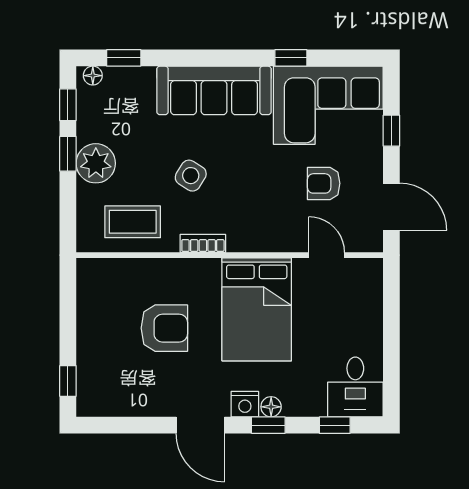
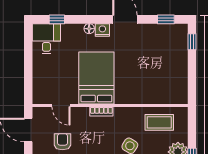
armchair: (324, 183) -> (62, 142), turned -90
bookcase: (203, 243) -> (101, 111), moved
armchair: (164, 328) -> (143, 68), removed
window: (268, 425) -> (166, 19), moved

